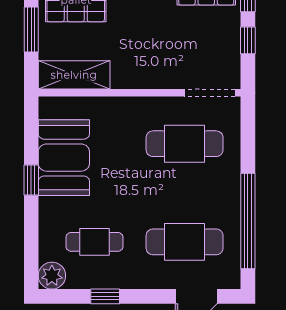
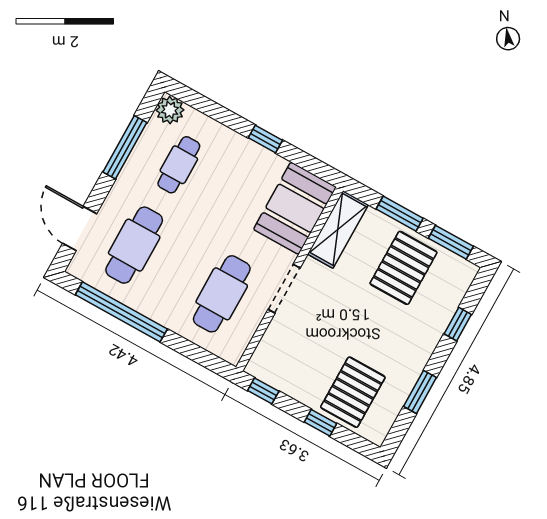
window: (248, 40) -> (263, 391), moved
doorway: (210, 93) -> (284, 289), moved
booth: (64, 158) -> (295, 208), moved, turned 90
window: (105, 296) -> (125, 147), width x2.17

